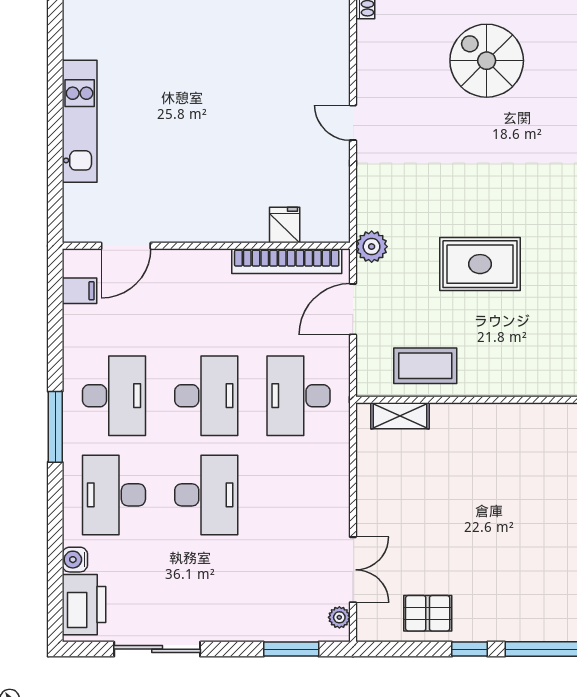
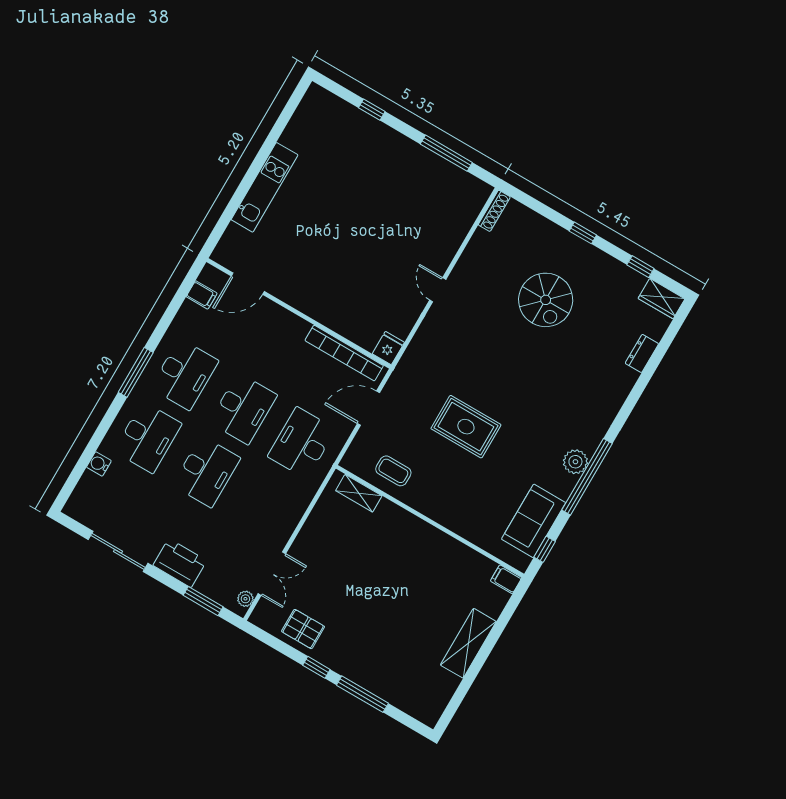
spiral stairs: (487, 61) -> (546, 300), turned 180
fridge: (285, 225) -> (388, 348), moved
plant: (372, 247) -> (404, 375), removed
coffee table: (425, 366) -> (393, 471), width x0.73, depth x0.77
desk: (114, 495) -> (148, 437), turned 180
printer: (84, 605) -> (180, 563), moved, turned -90

